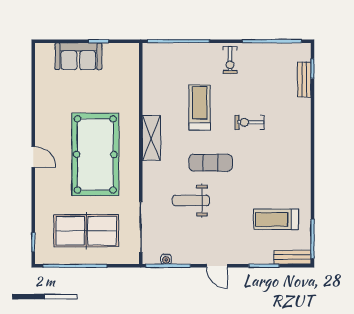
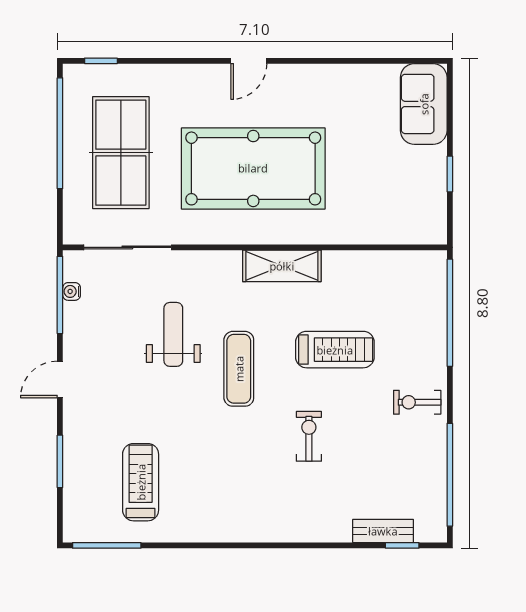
sofa: (78, 56) -> (424, 104), moved
bench: (292, 257) -> (75, 511), removed

